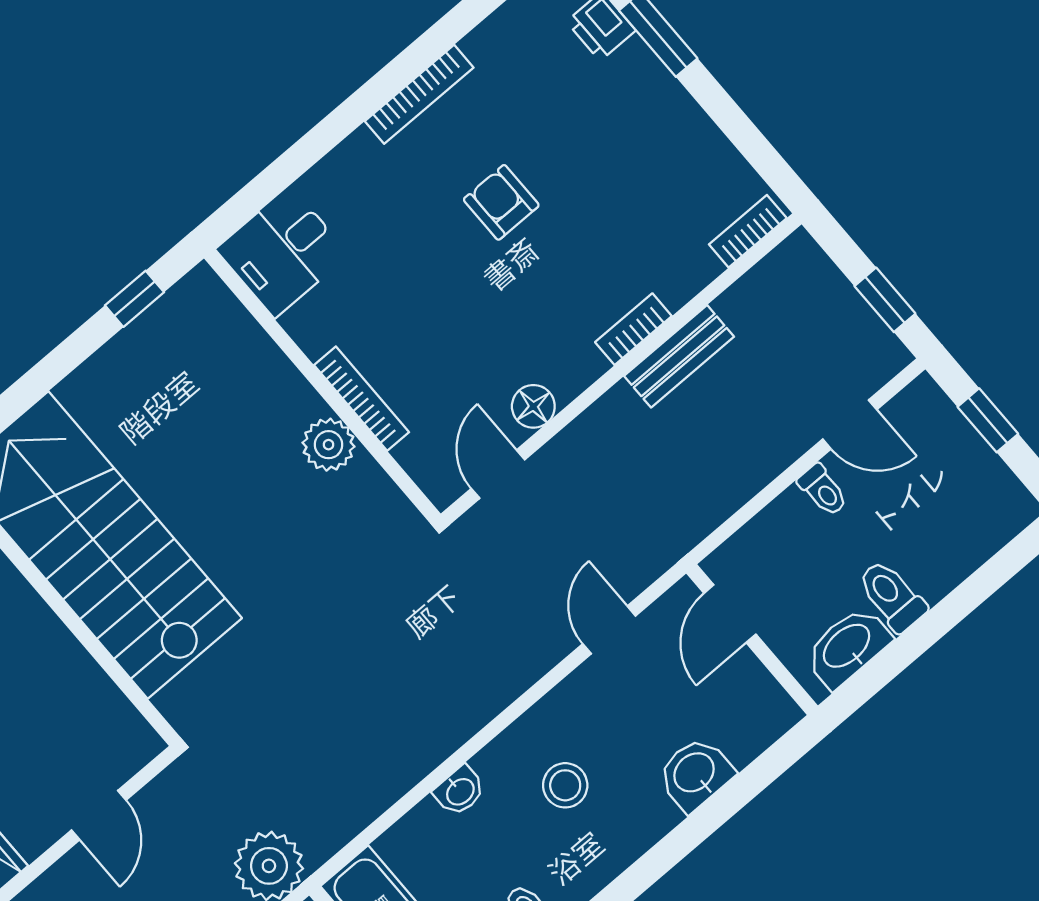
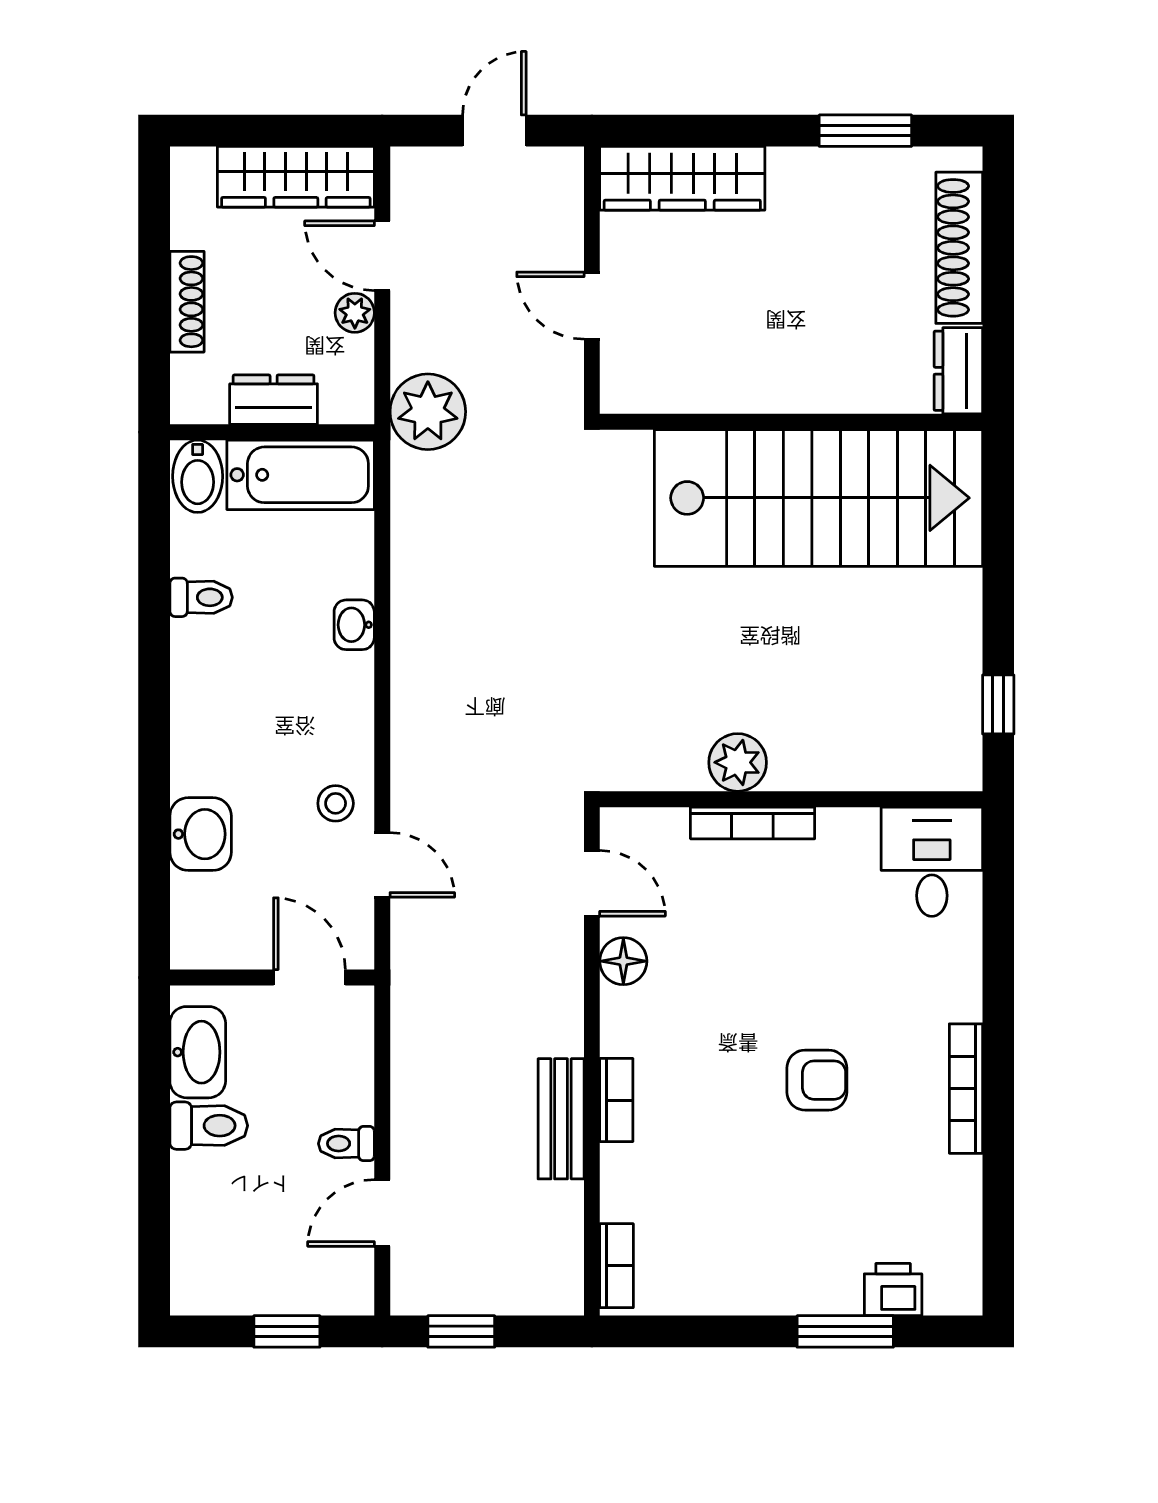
stool: (565, 785) -> (336, 803), moved, width x0.73, depth x0.73

